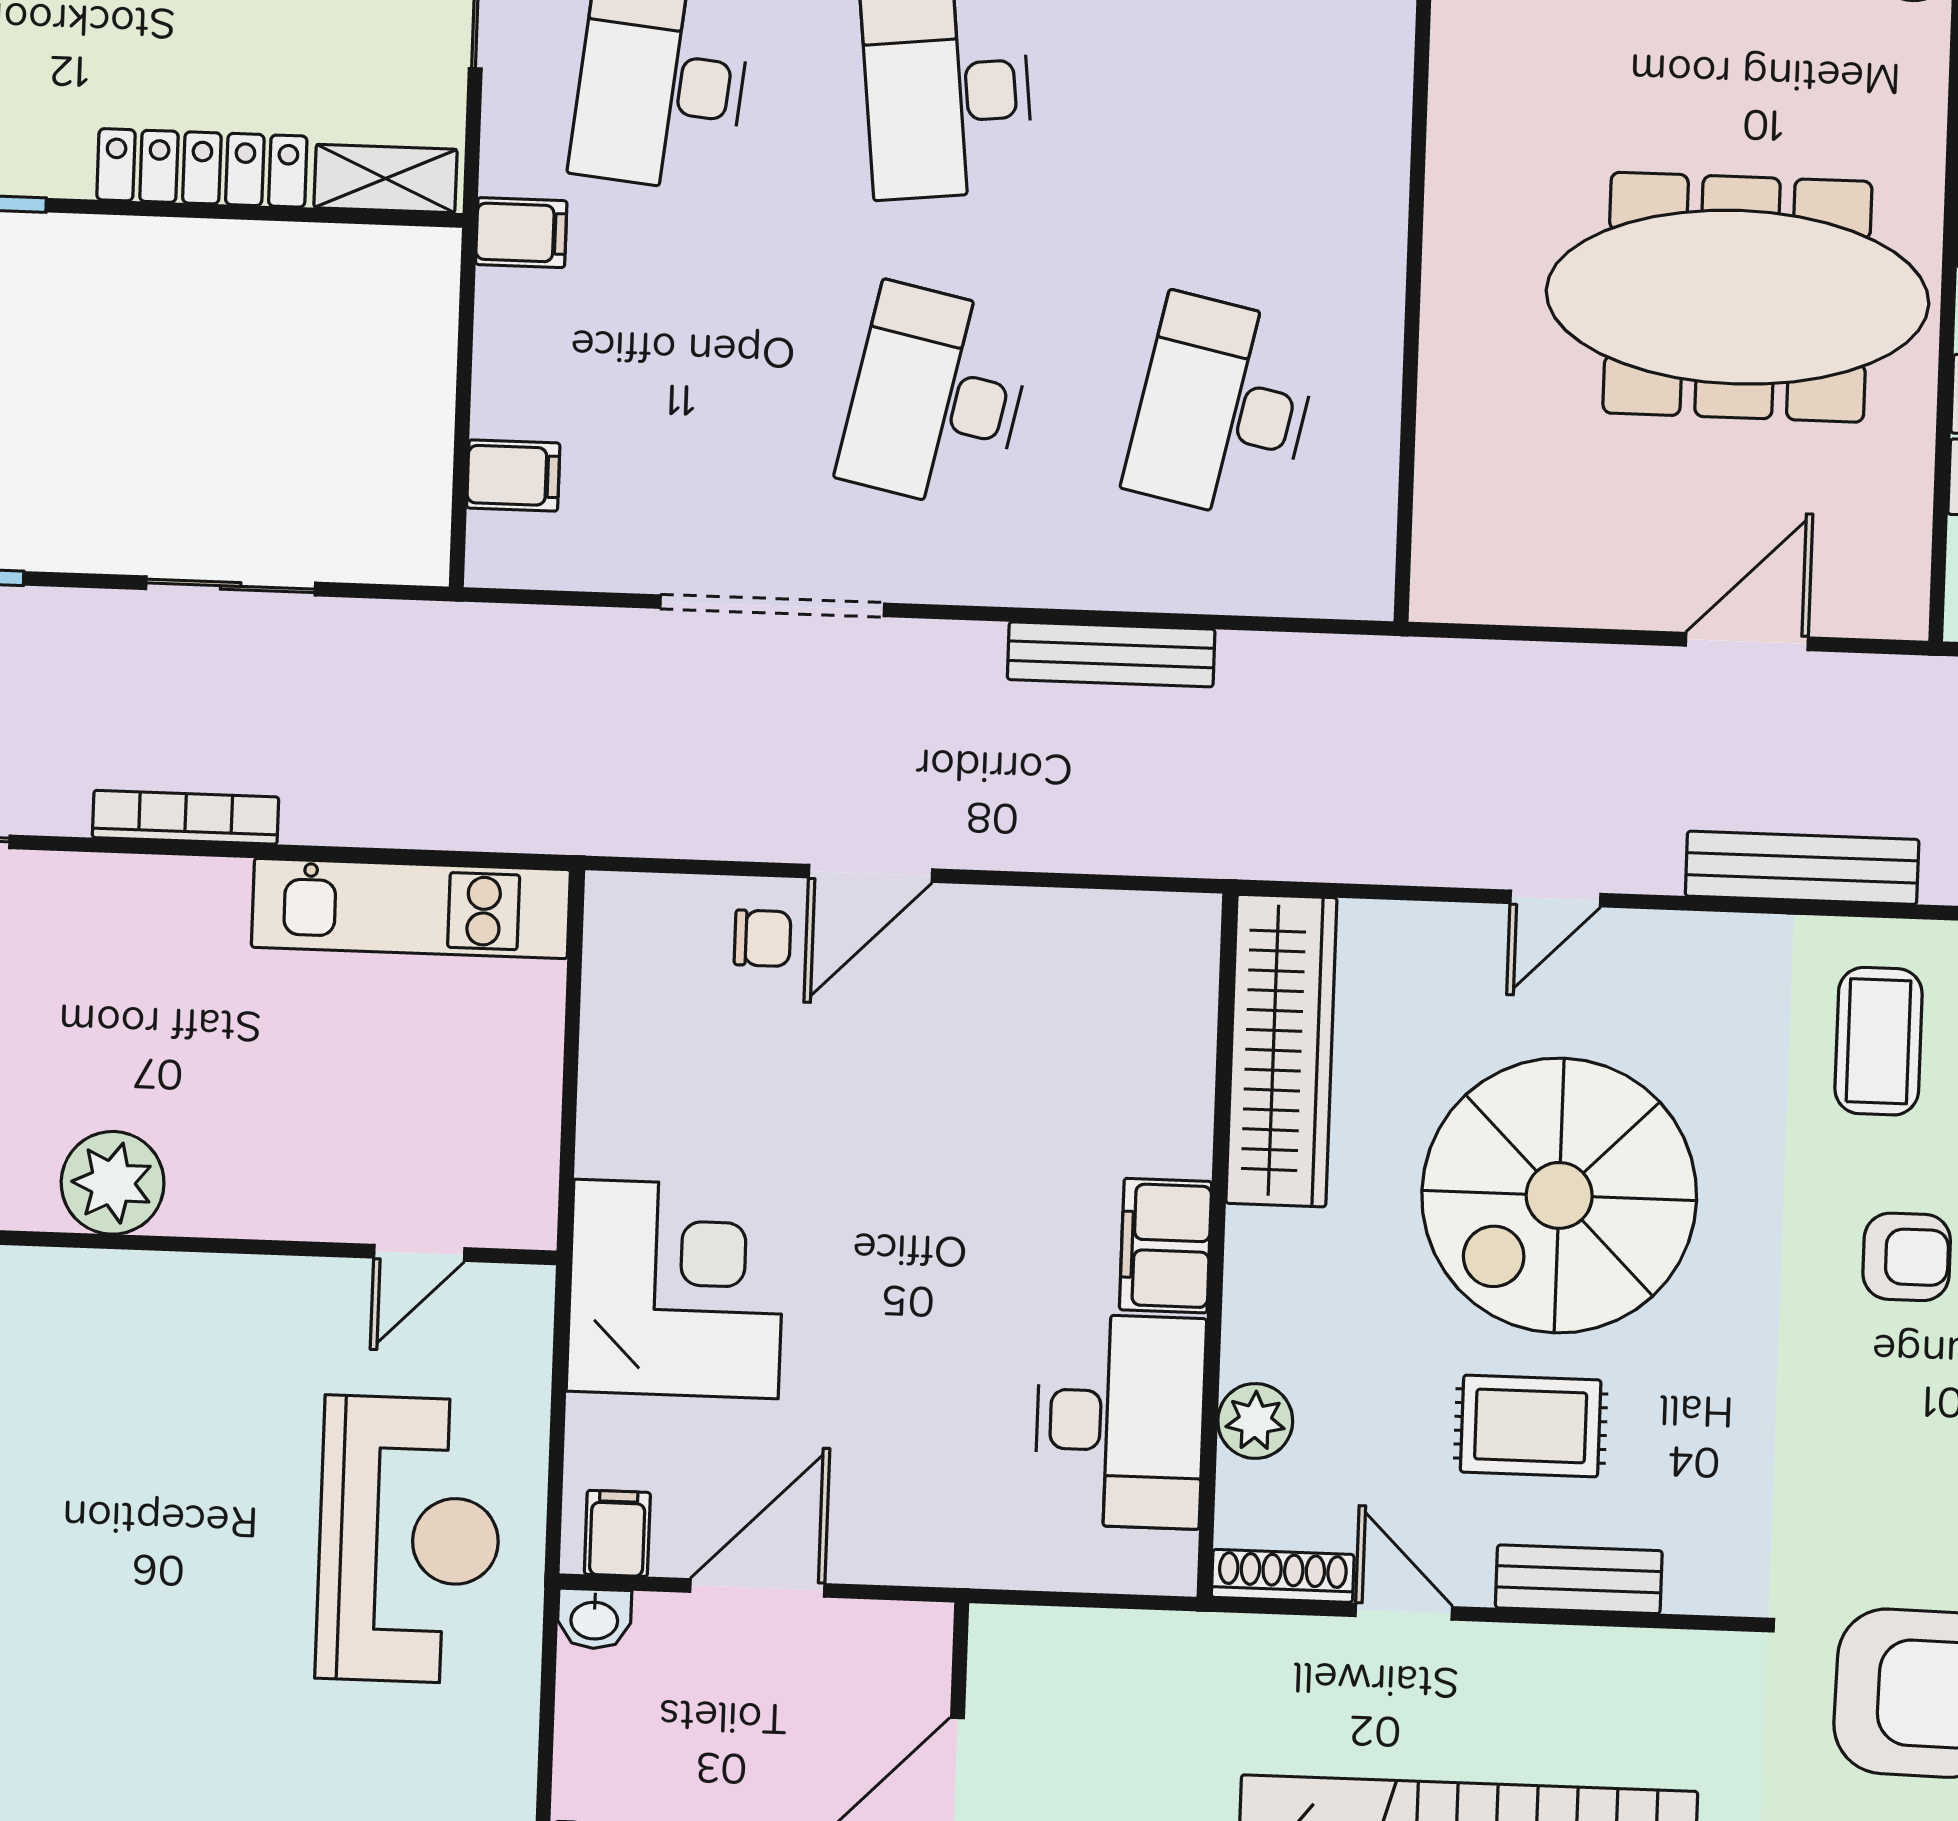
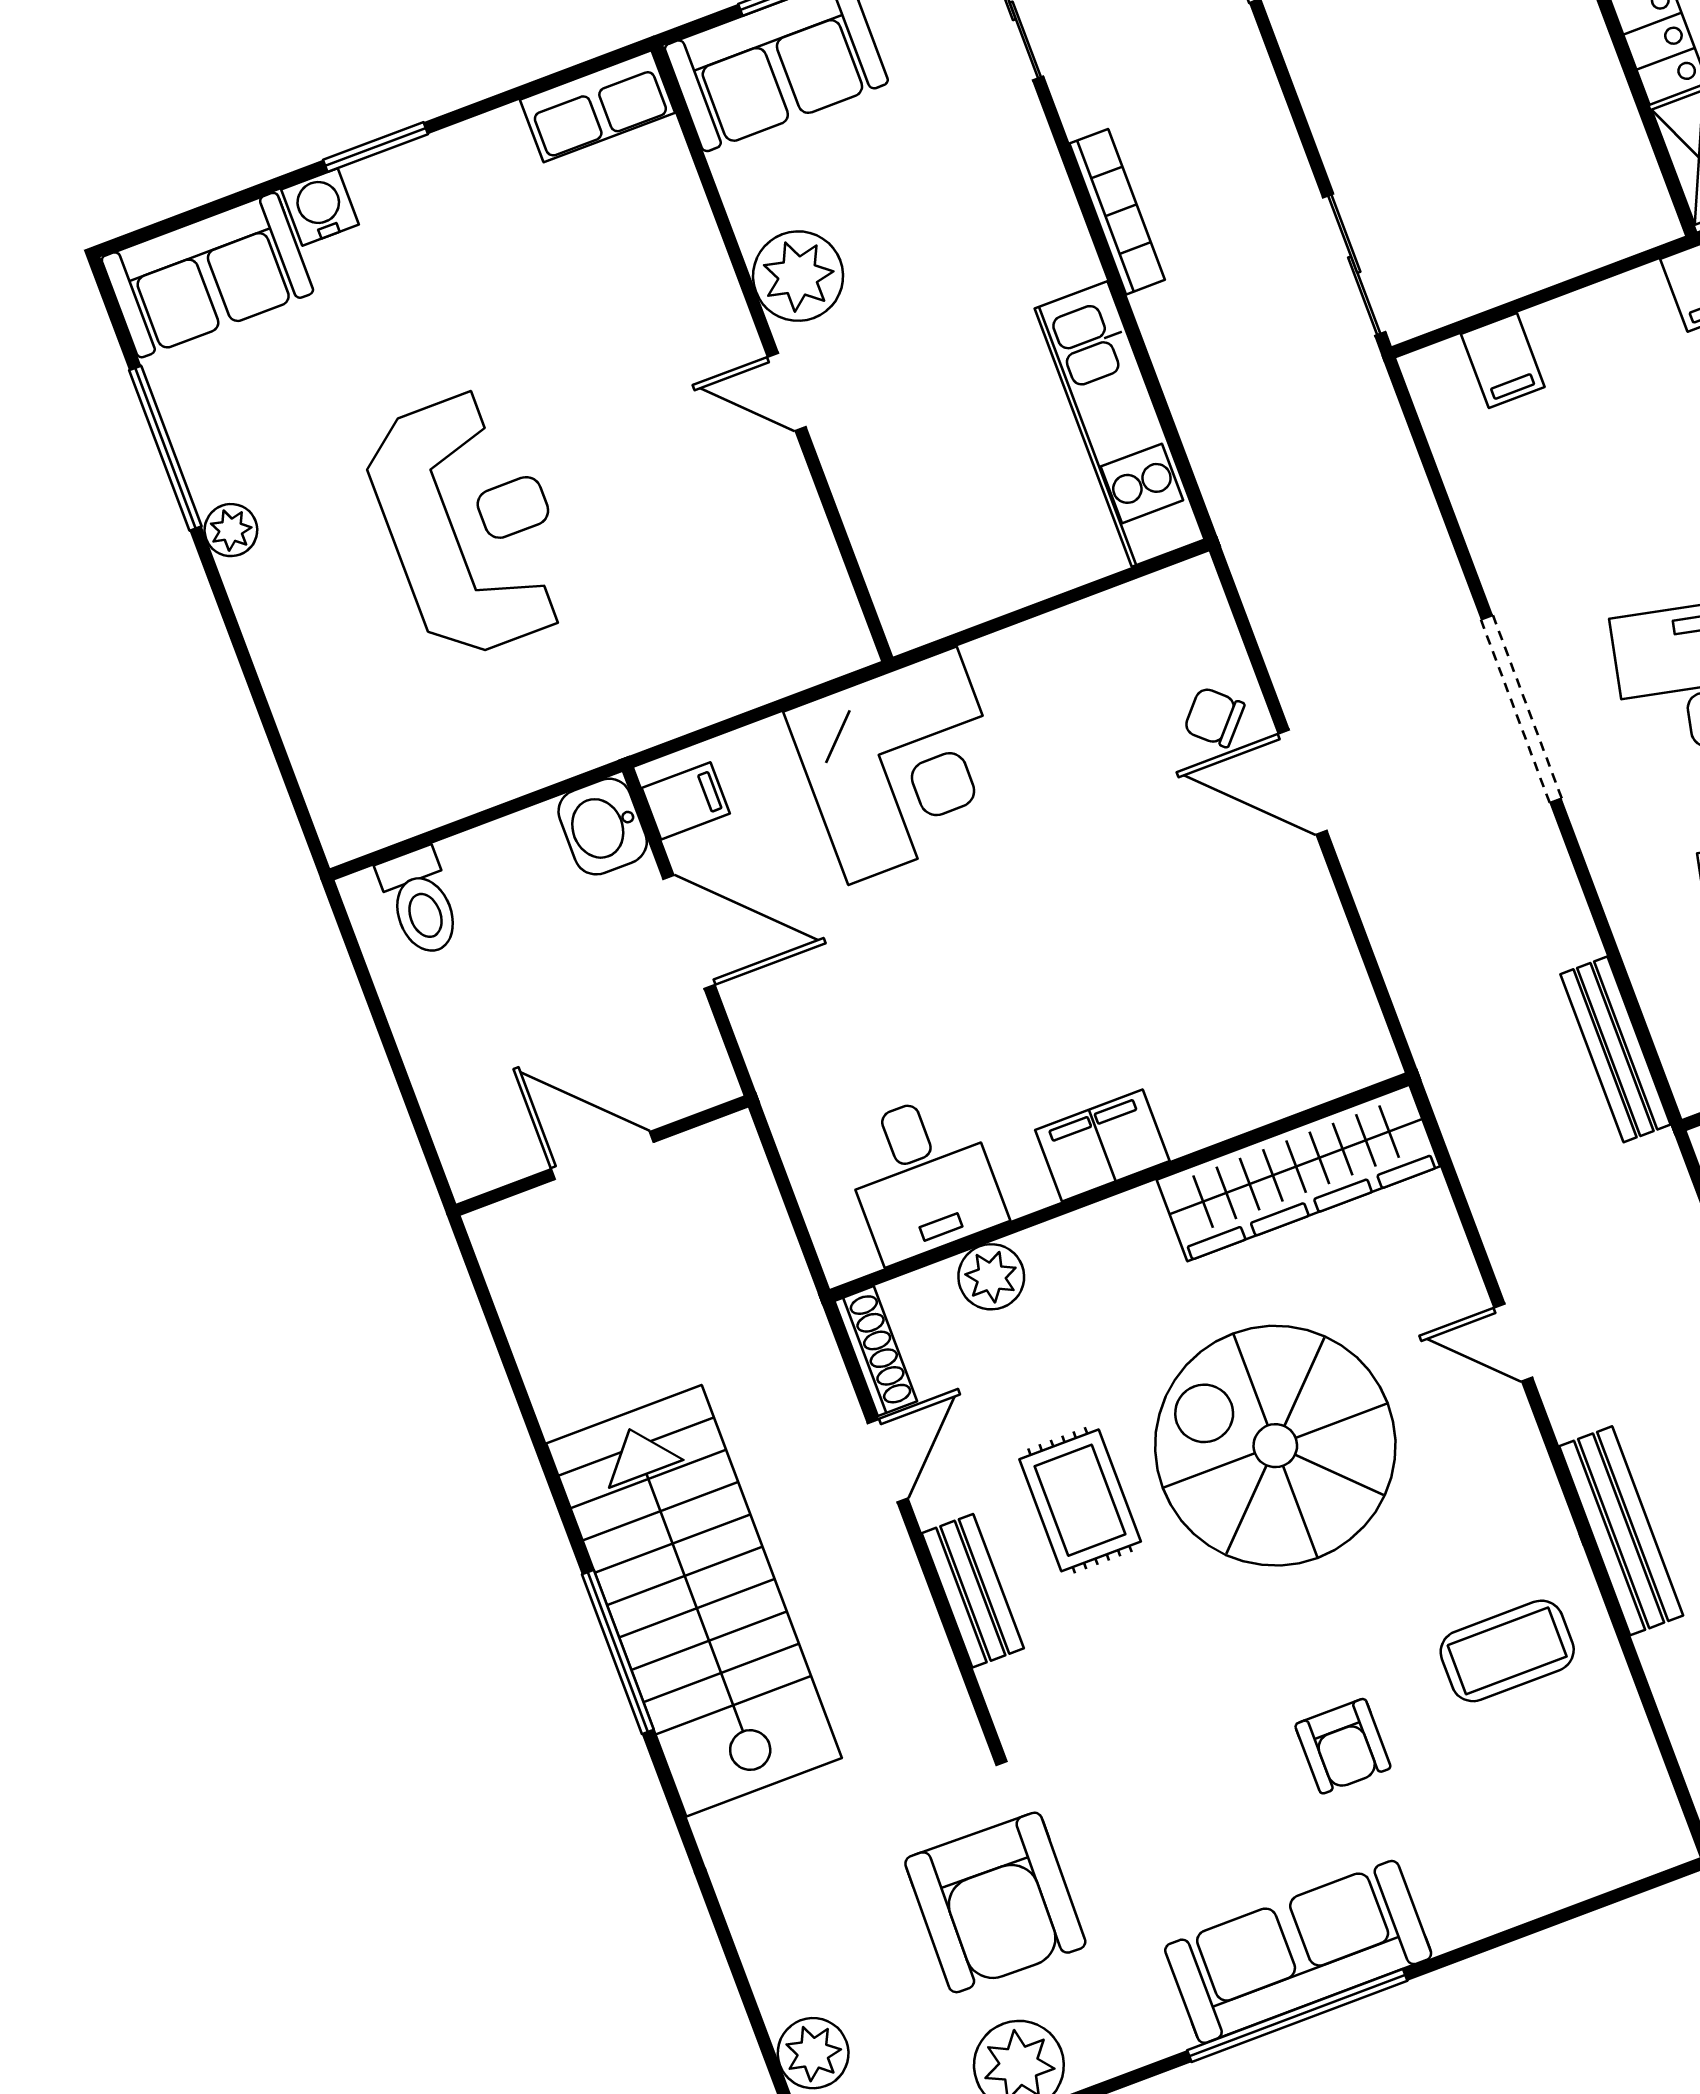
sliding door: (231, 586) -> (1354, 265), moved
doorway: (772, 606) -> (1521, 709), moved
bench: (1111, 654) -> (1615, 1049), moved
chair: (763, 938) -> (1214, 717), turned 132
door: (419, 1253) -> (787, 392), moved
desk: (1120, 1421) -> (922, 1177), width x0.73
reception desk: (409, 1540) -> (471, 523), moved, turned -90
washbasin: (594, 1619) -> (603, 827), width x1.38, depth x1.45

